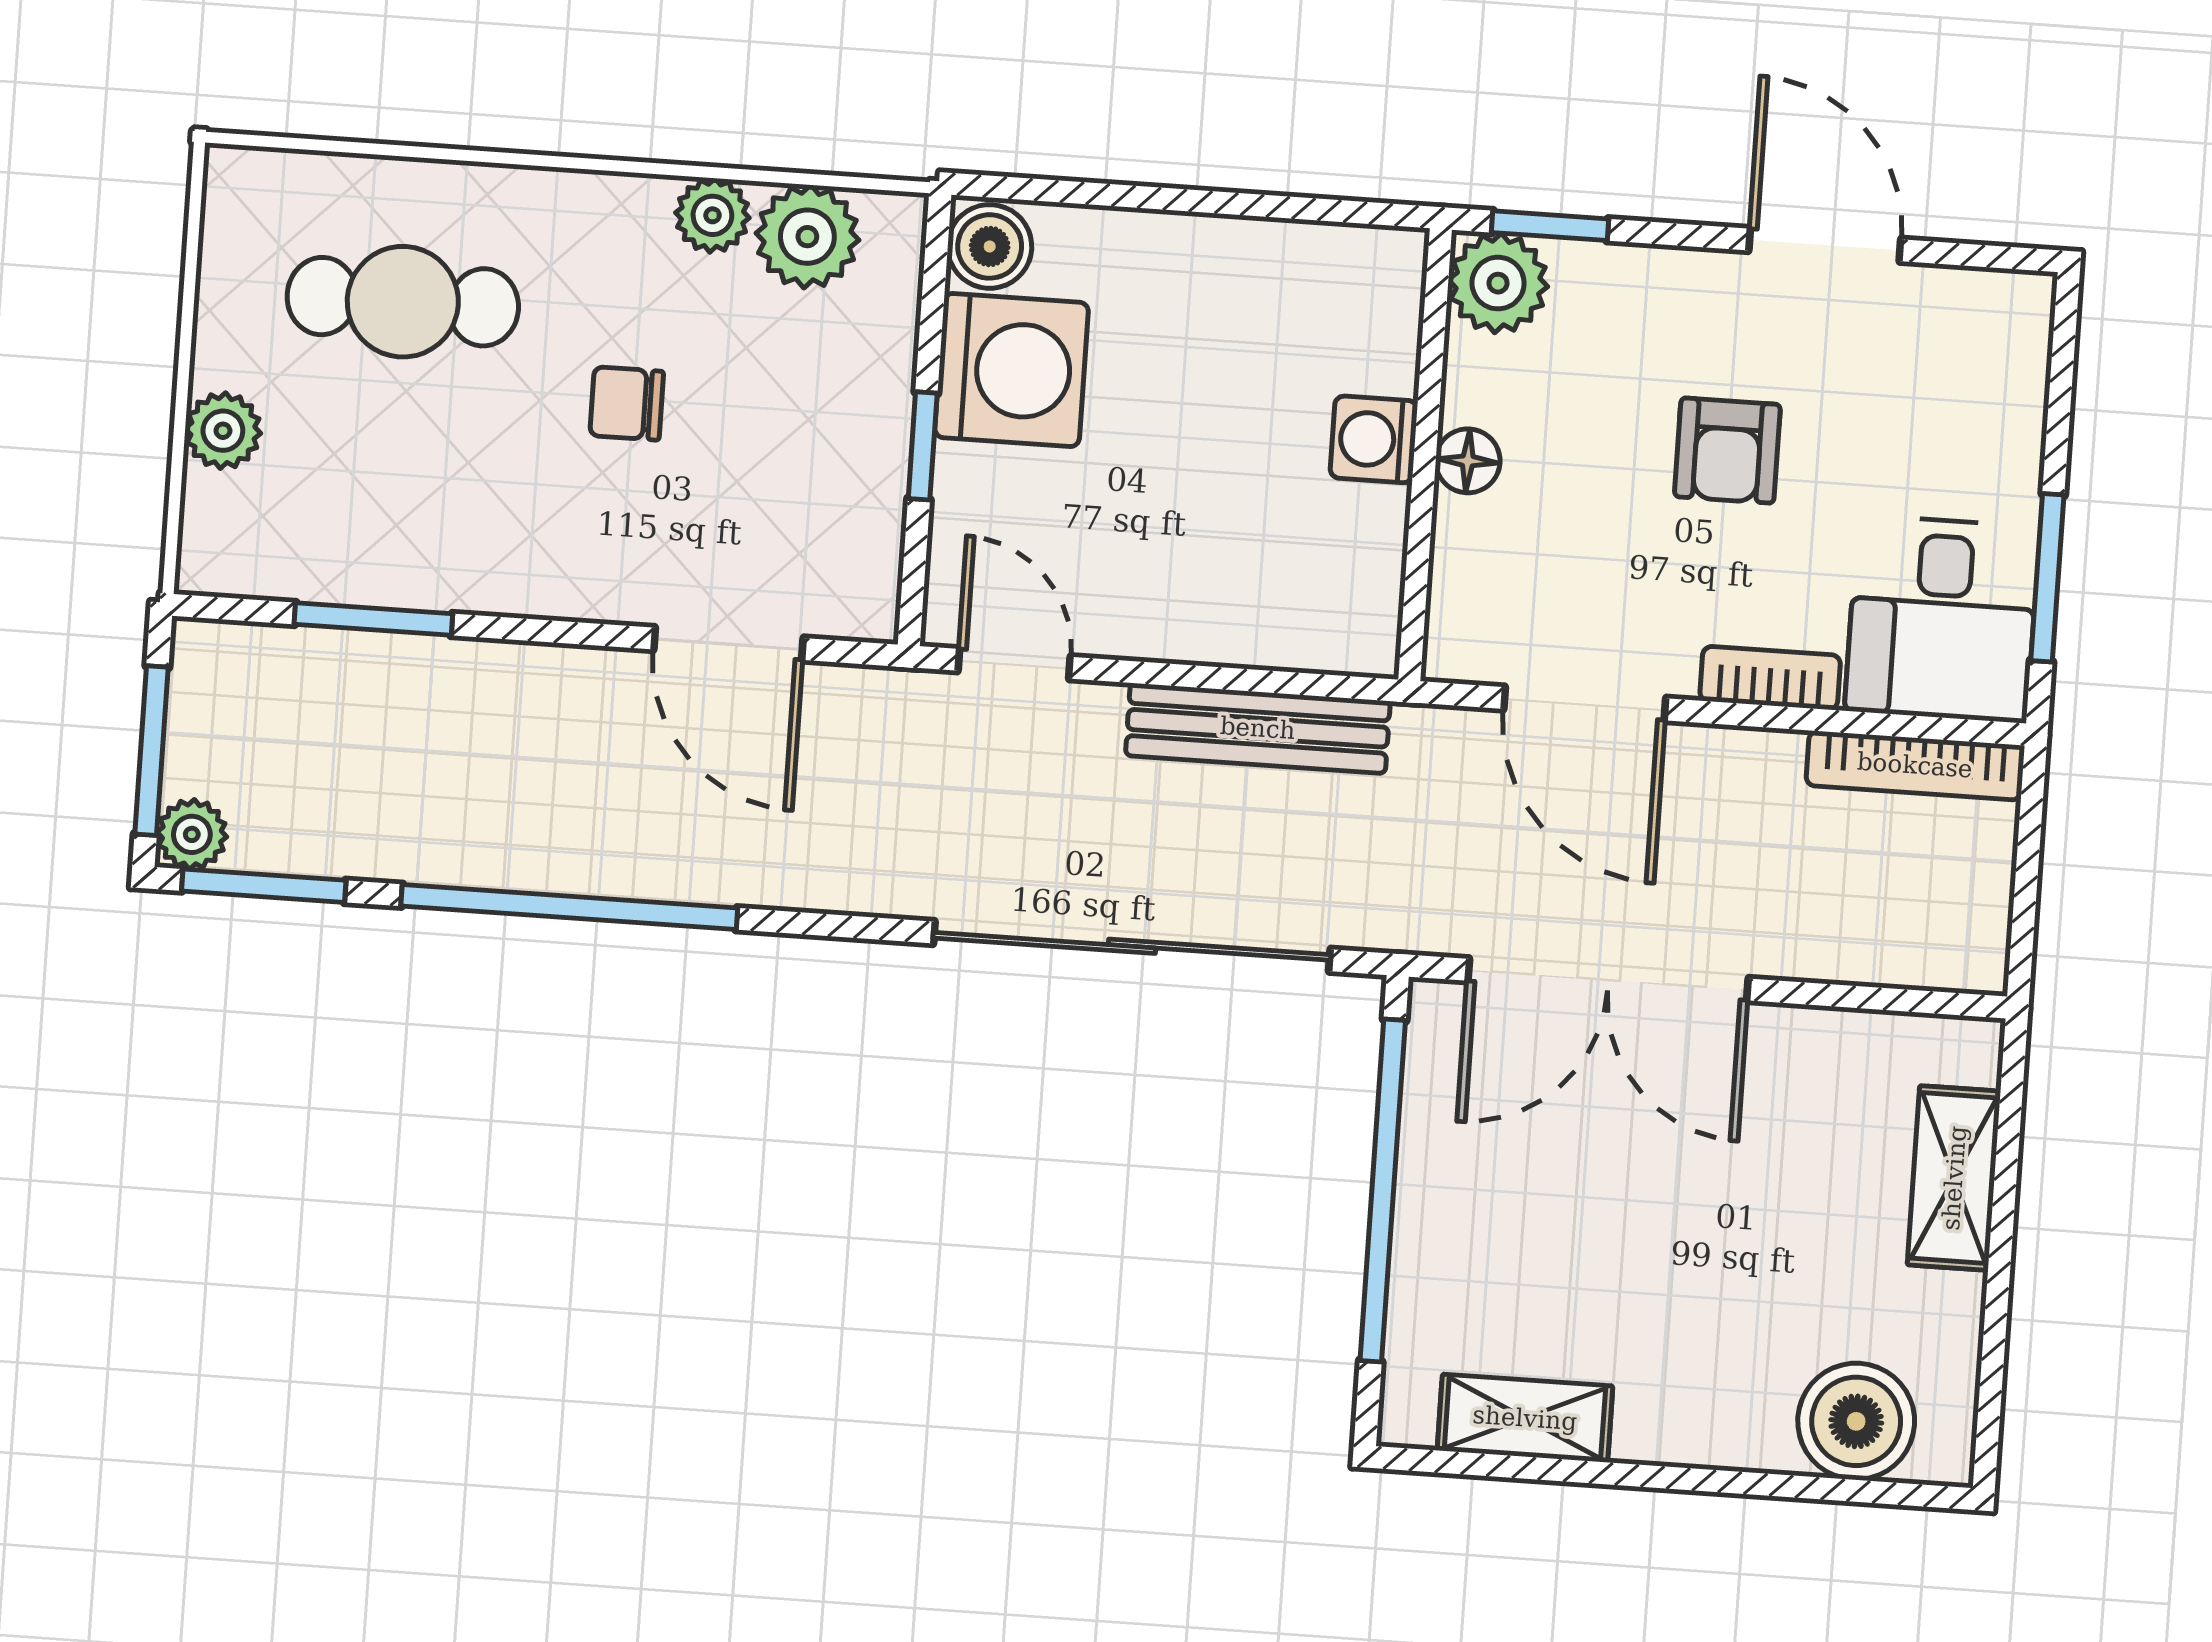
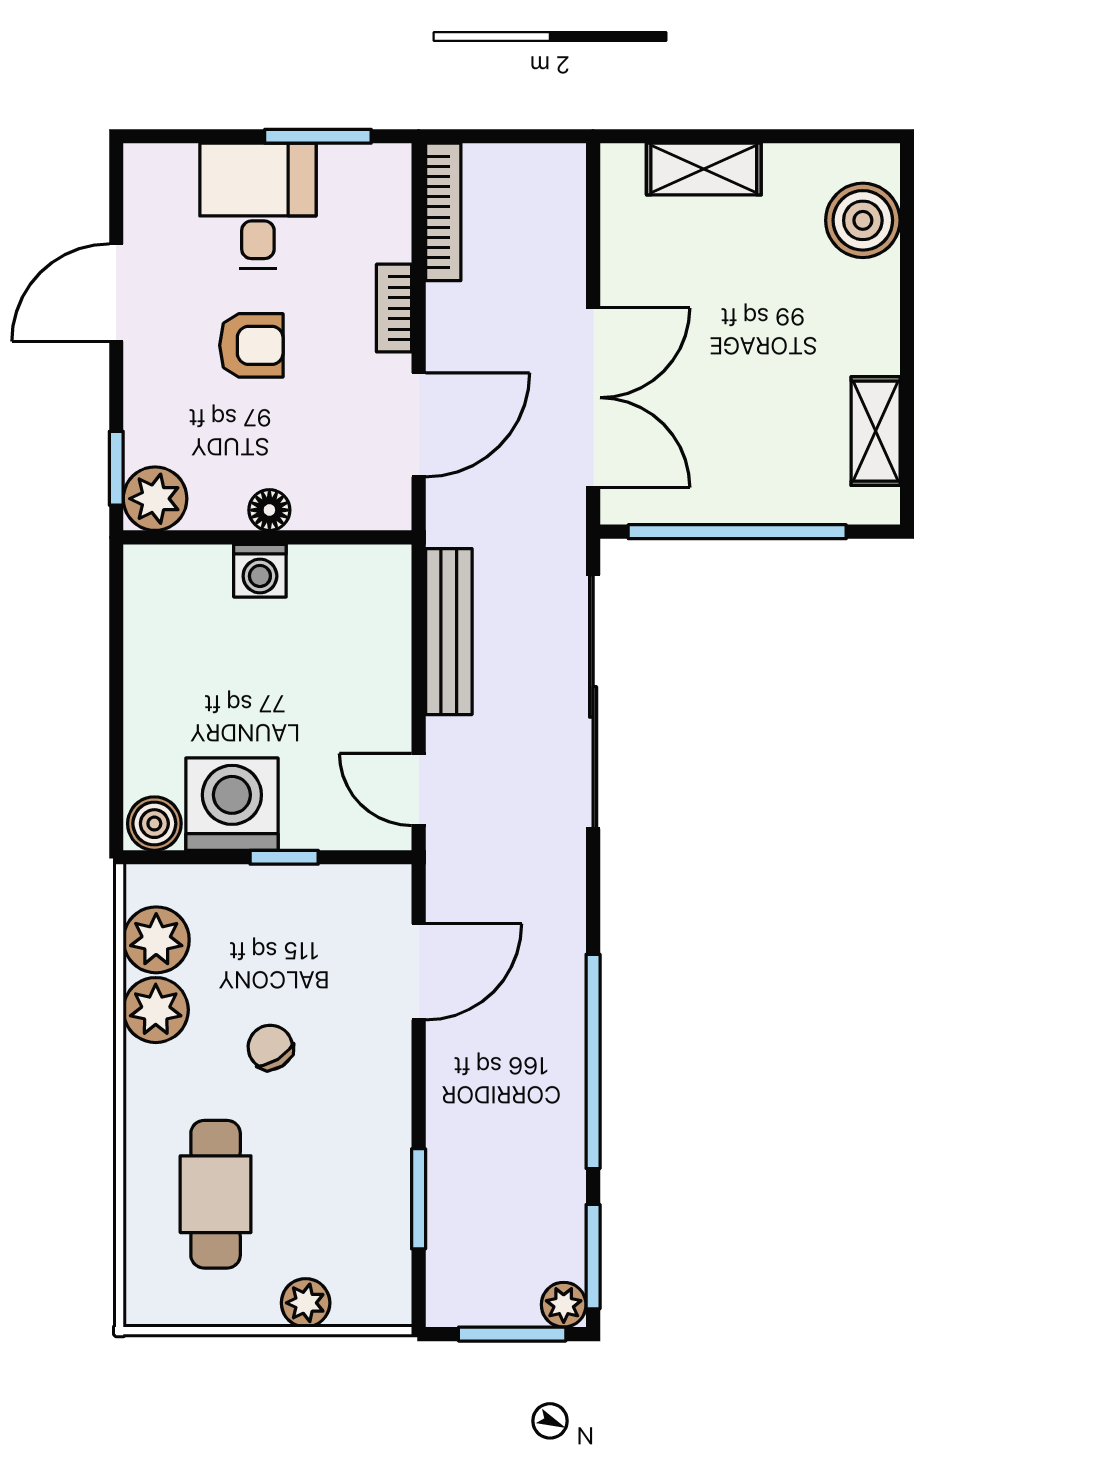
plant: (712, 215) -> (156, 1010), width x1.38, depth x1.38
chair: (627, 403) -> (270, 1047), turned 148
desk: (1942, 619) -> (258, 206), moved, turned -90
door: (1014, 664) -> (419, 789), hinge flipped

